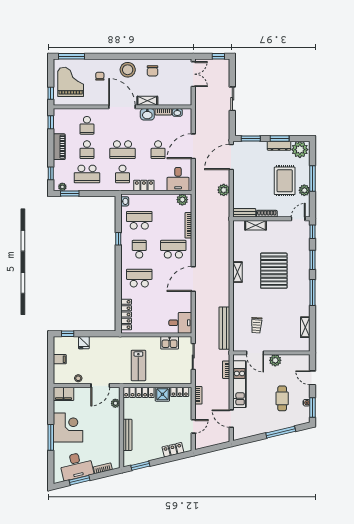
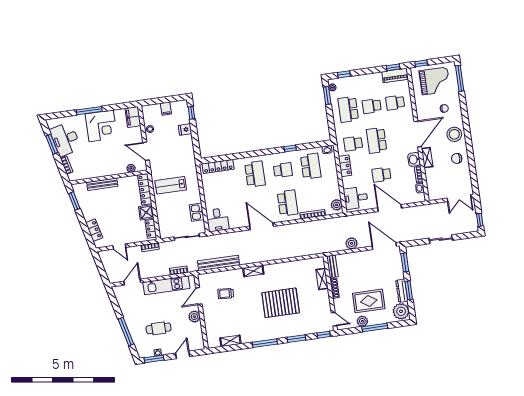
piano: (59, 147) -> (395, 75), moved
shelving: (237, 272) -> (253, 271), moved

